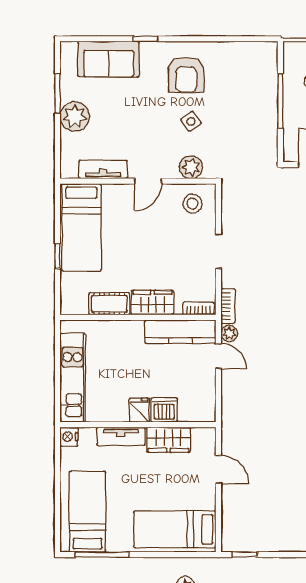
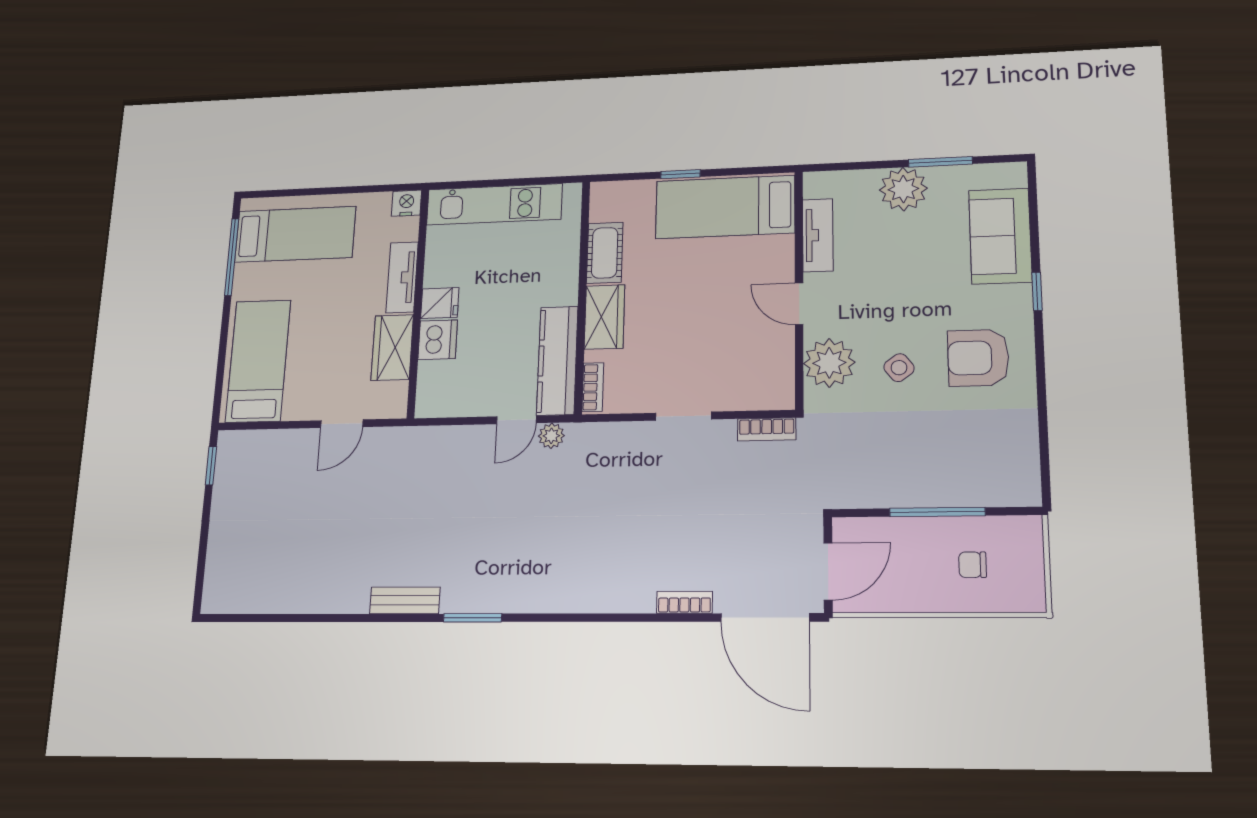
plant: (191, 167) -> (829, 363), width x1.36, depth x1.36
stool: (192, 204) -> (762, 373), removed
bookcase: (228, 306) -> (767, 429), moved

